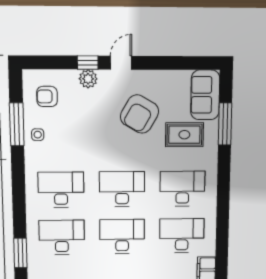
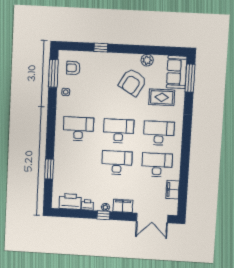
door: (121, 63) -> (122, 49), removed
plant: (88, 79) -> (147, 60), moved
window: (17, 124) -> (53, 73), moved
window: (225, 124) -> (190, 78), moved
desk: (62, 237) -> (77, 160), removed

